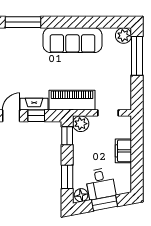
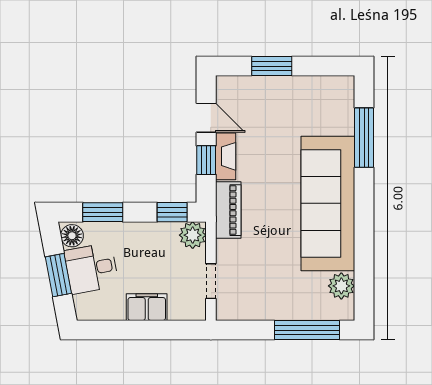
plant: (123, 36) -> (341, 286), moved
sofa: (72, 40) -> (328, 203), width x1.36, depth x1.27
piano: (72, 100) -> (228, 210), width x0.73, depth x0.75

